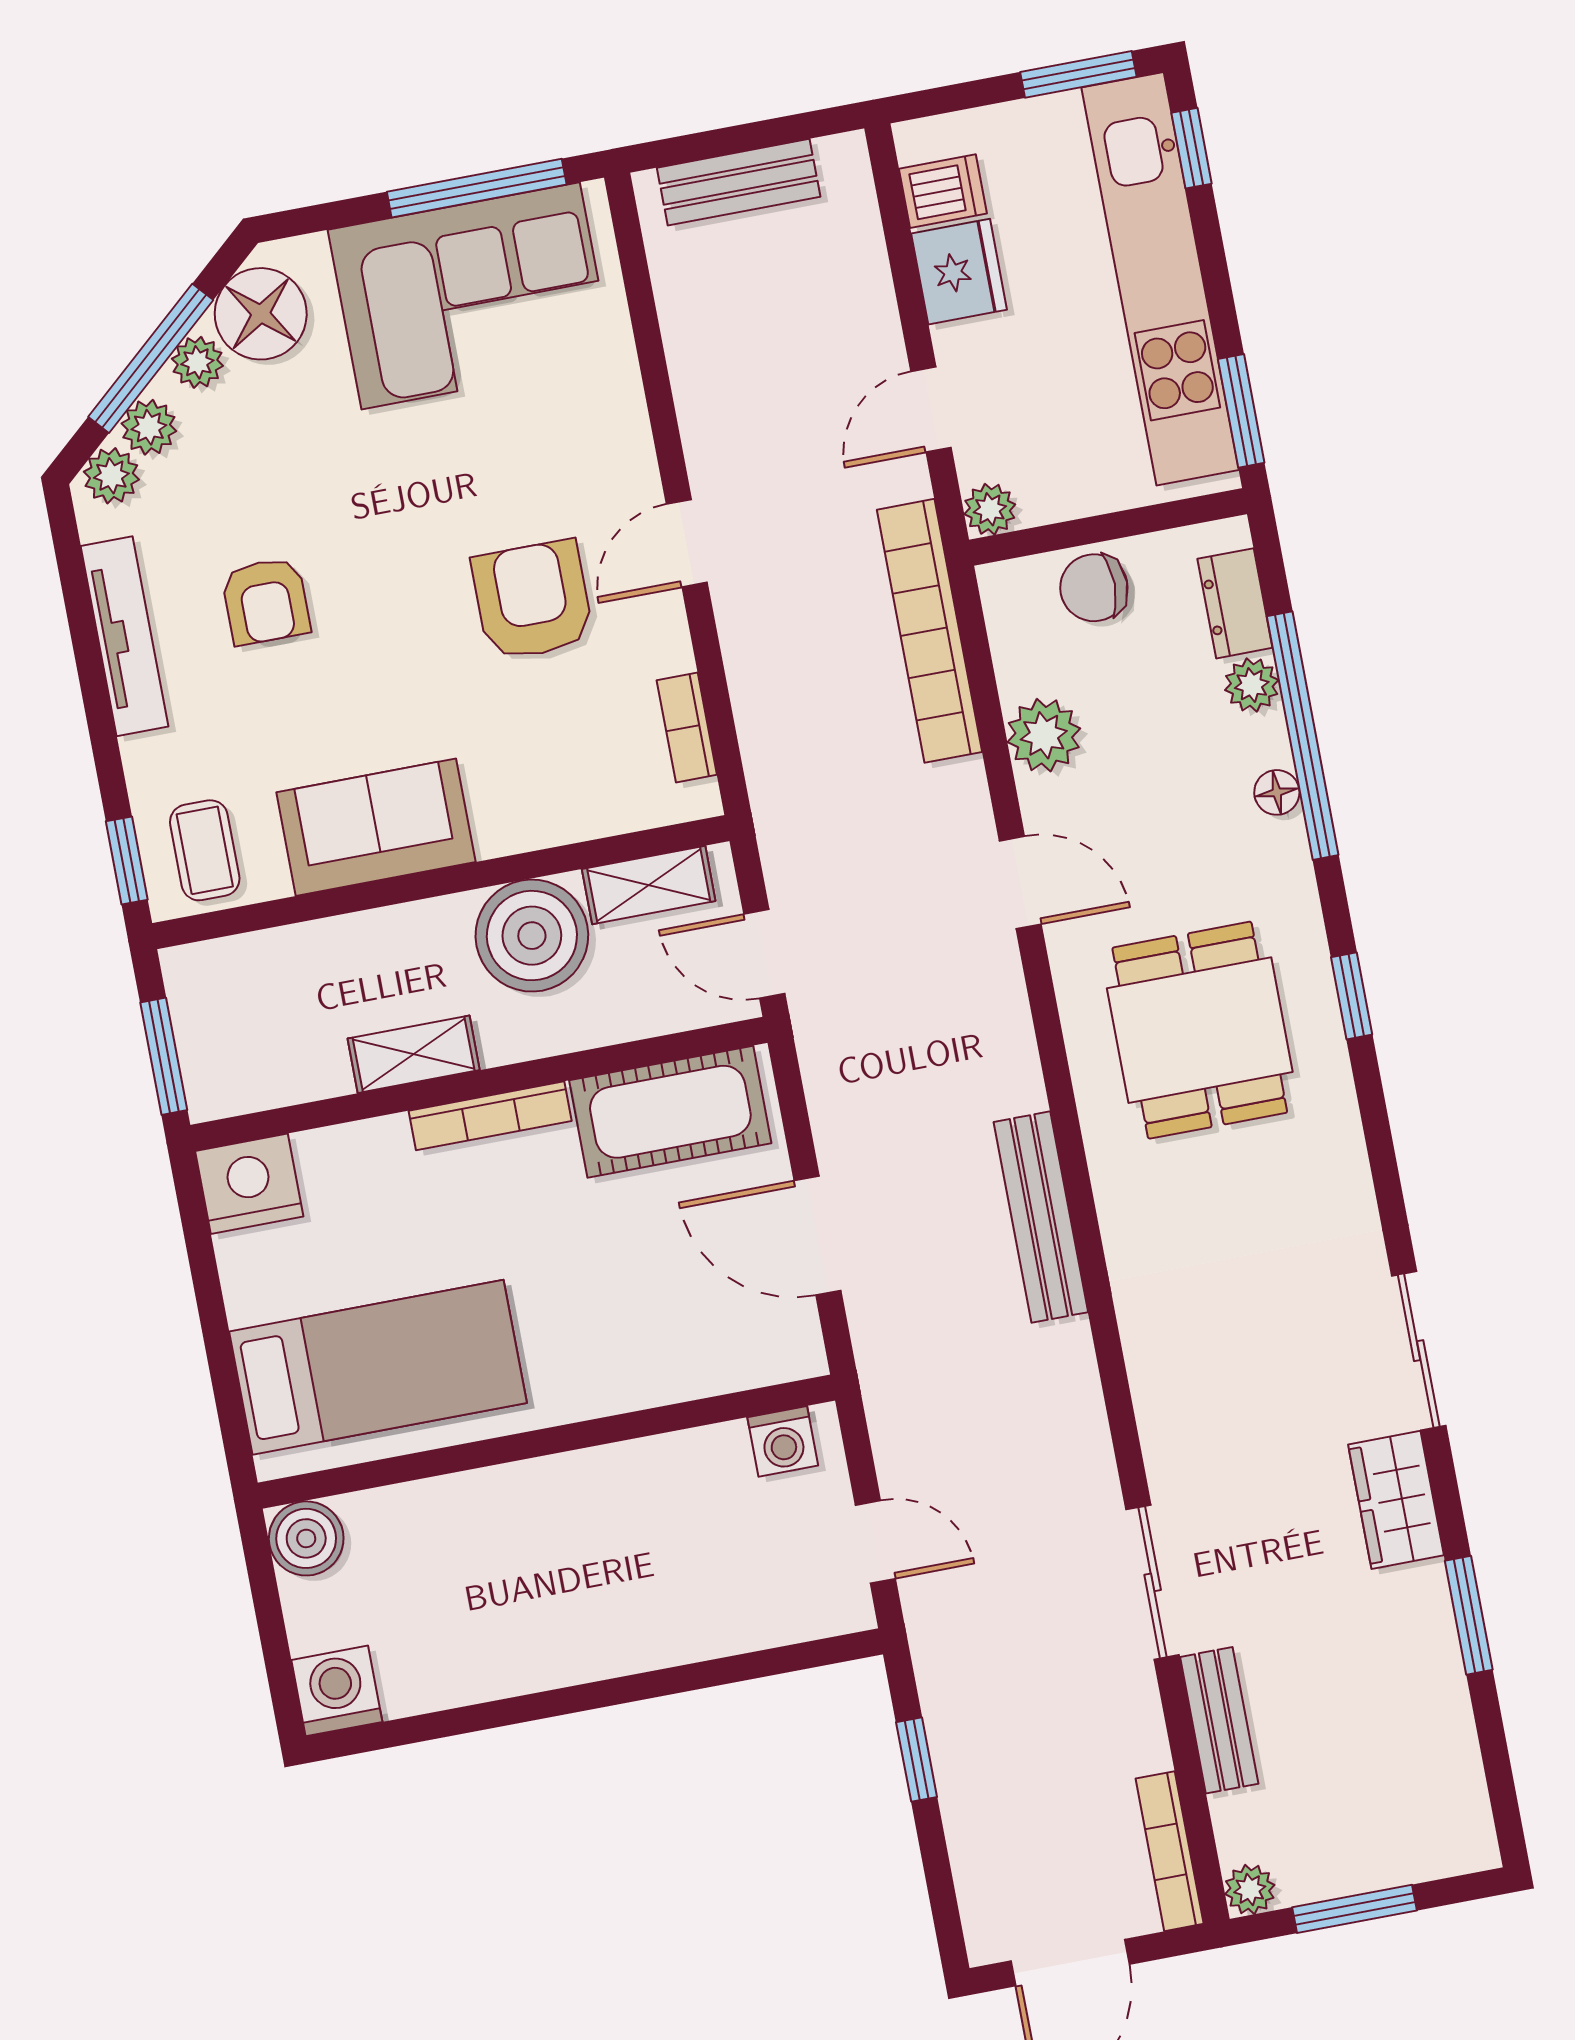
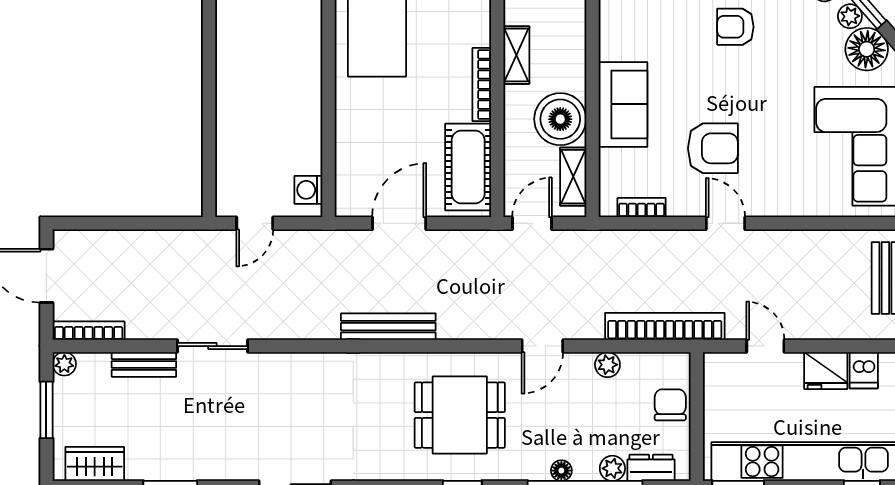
plant: (990, 509) -> (715, 364), removed
plant: (1044, 735) -> (607, 365), width x0.73, depth x0.73
sofa: (376, 827) -> (623, 104), moved
wardrobe: (1396, 1500) -> (95, 464), moved
window: (917, 1760) -> (152, 223), removed

